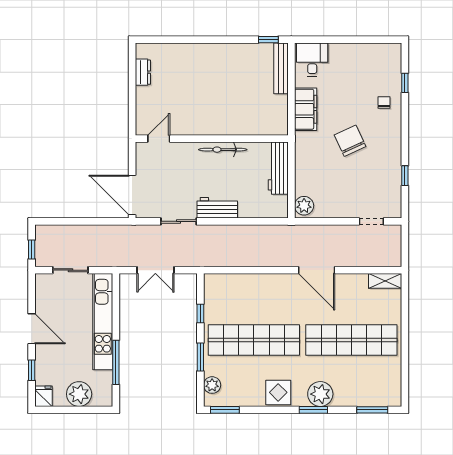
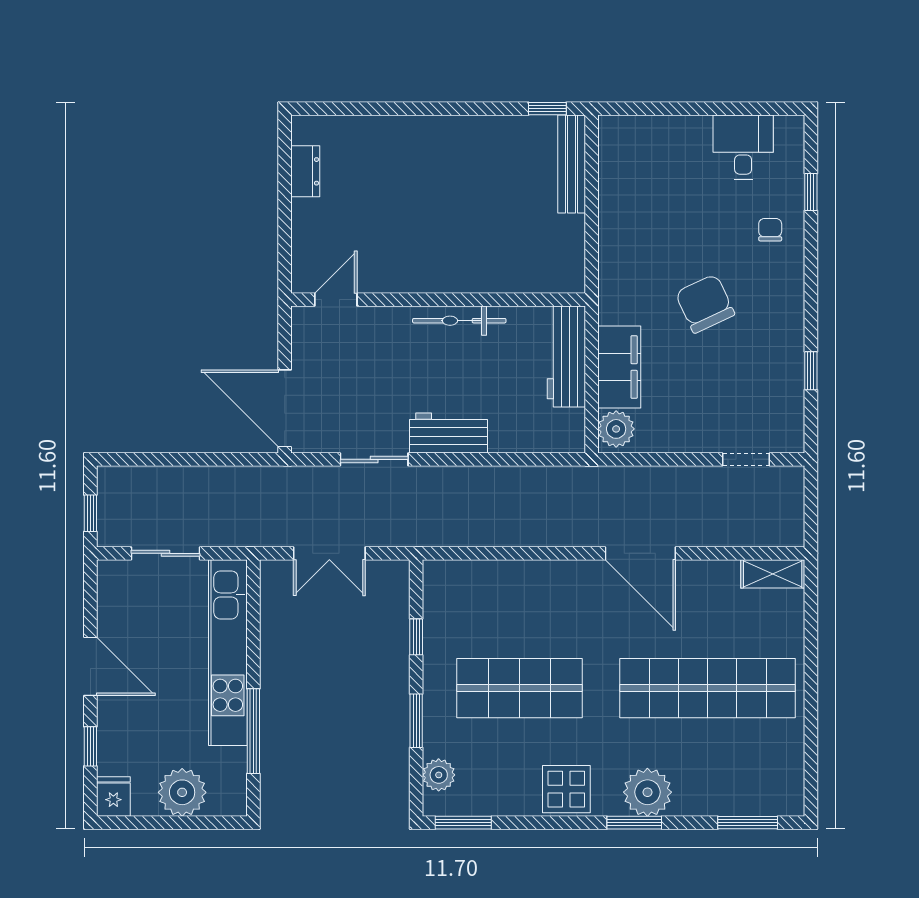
desk: (312, 60) -> (743, 147), moved
filing cabinet: (306, 109) -> (619, 367), moved
shop shelf: (254, 340) -> (519, 688), width x0.71

